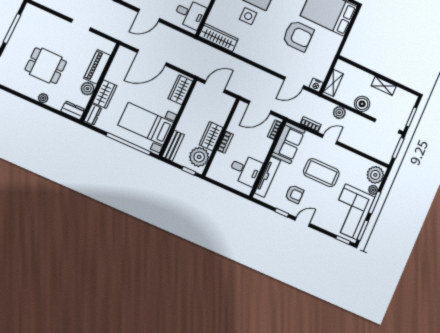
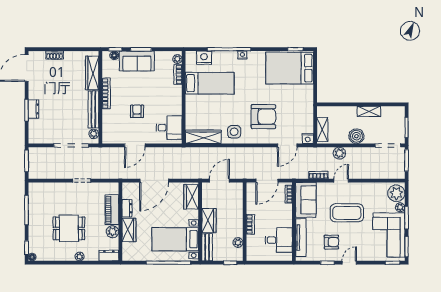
side table: (248, 16) -> (234, 132), moved
armchair: (298, 36) -> (263, 117), moved
dresser: (93, 114) -> (127, 208), moved
wardrobe: (211, 136) -> (209, 221), moved, turned 180
plant: (199, 157) -> (238, 243), width x0.53, depth x0.53

